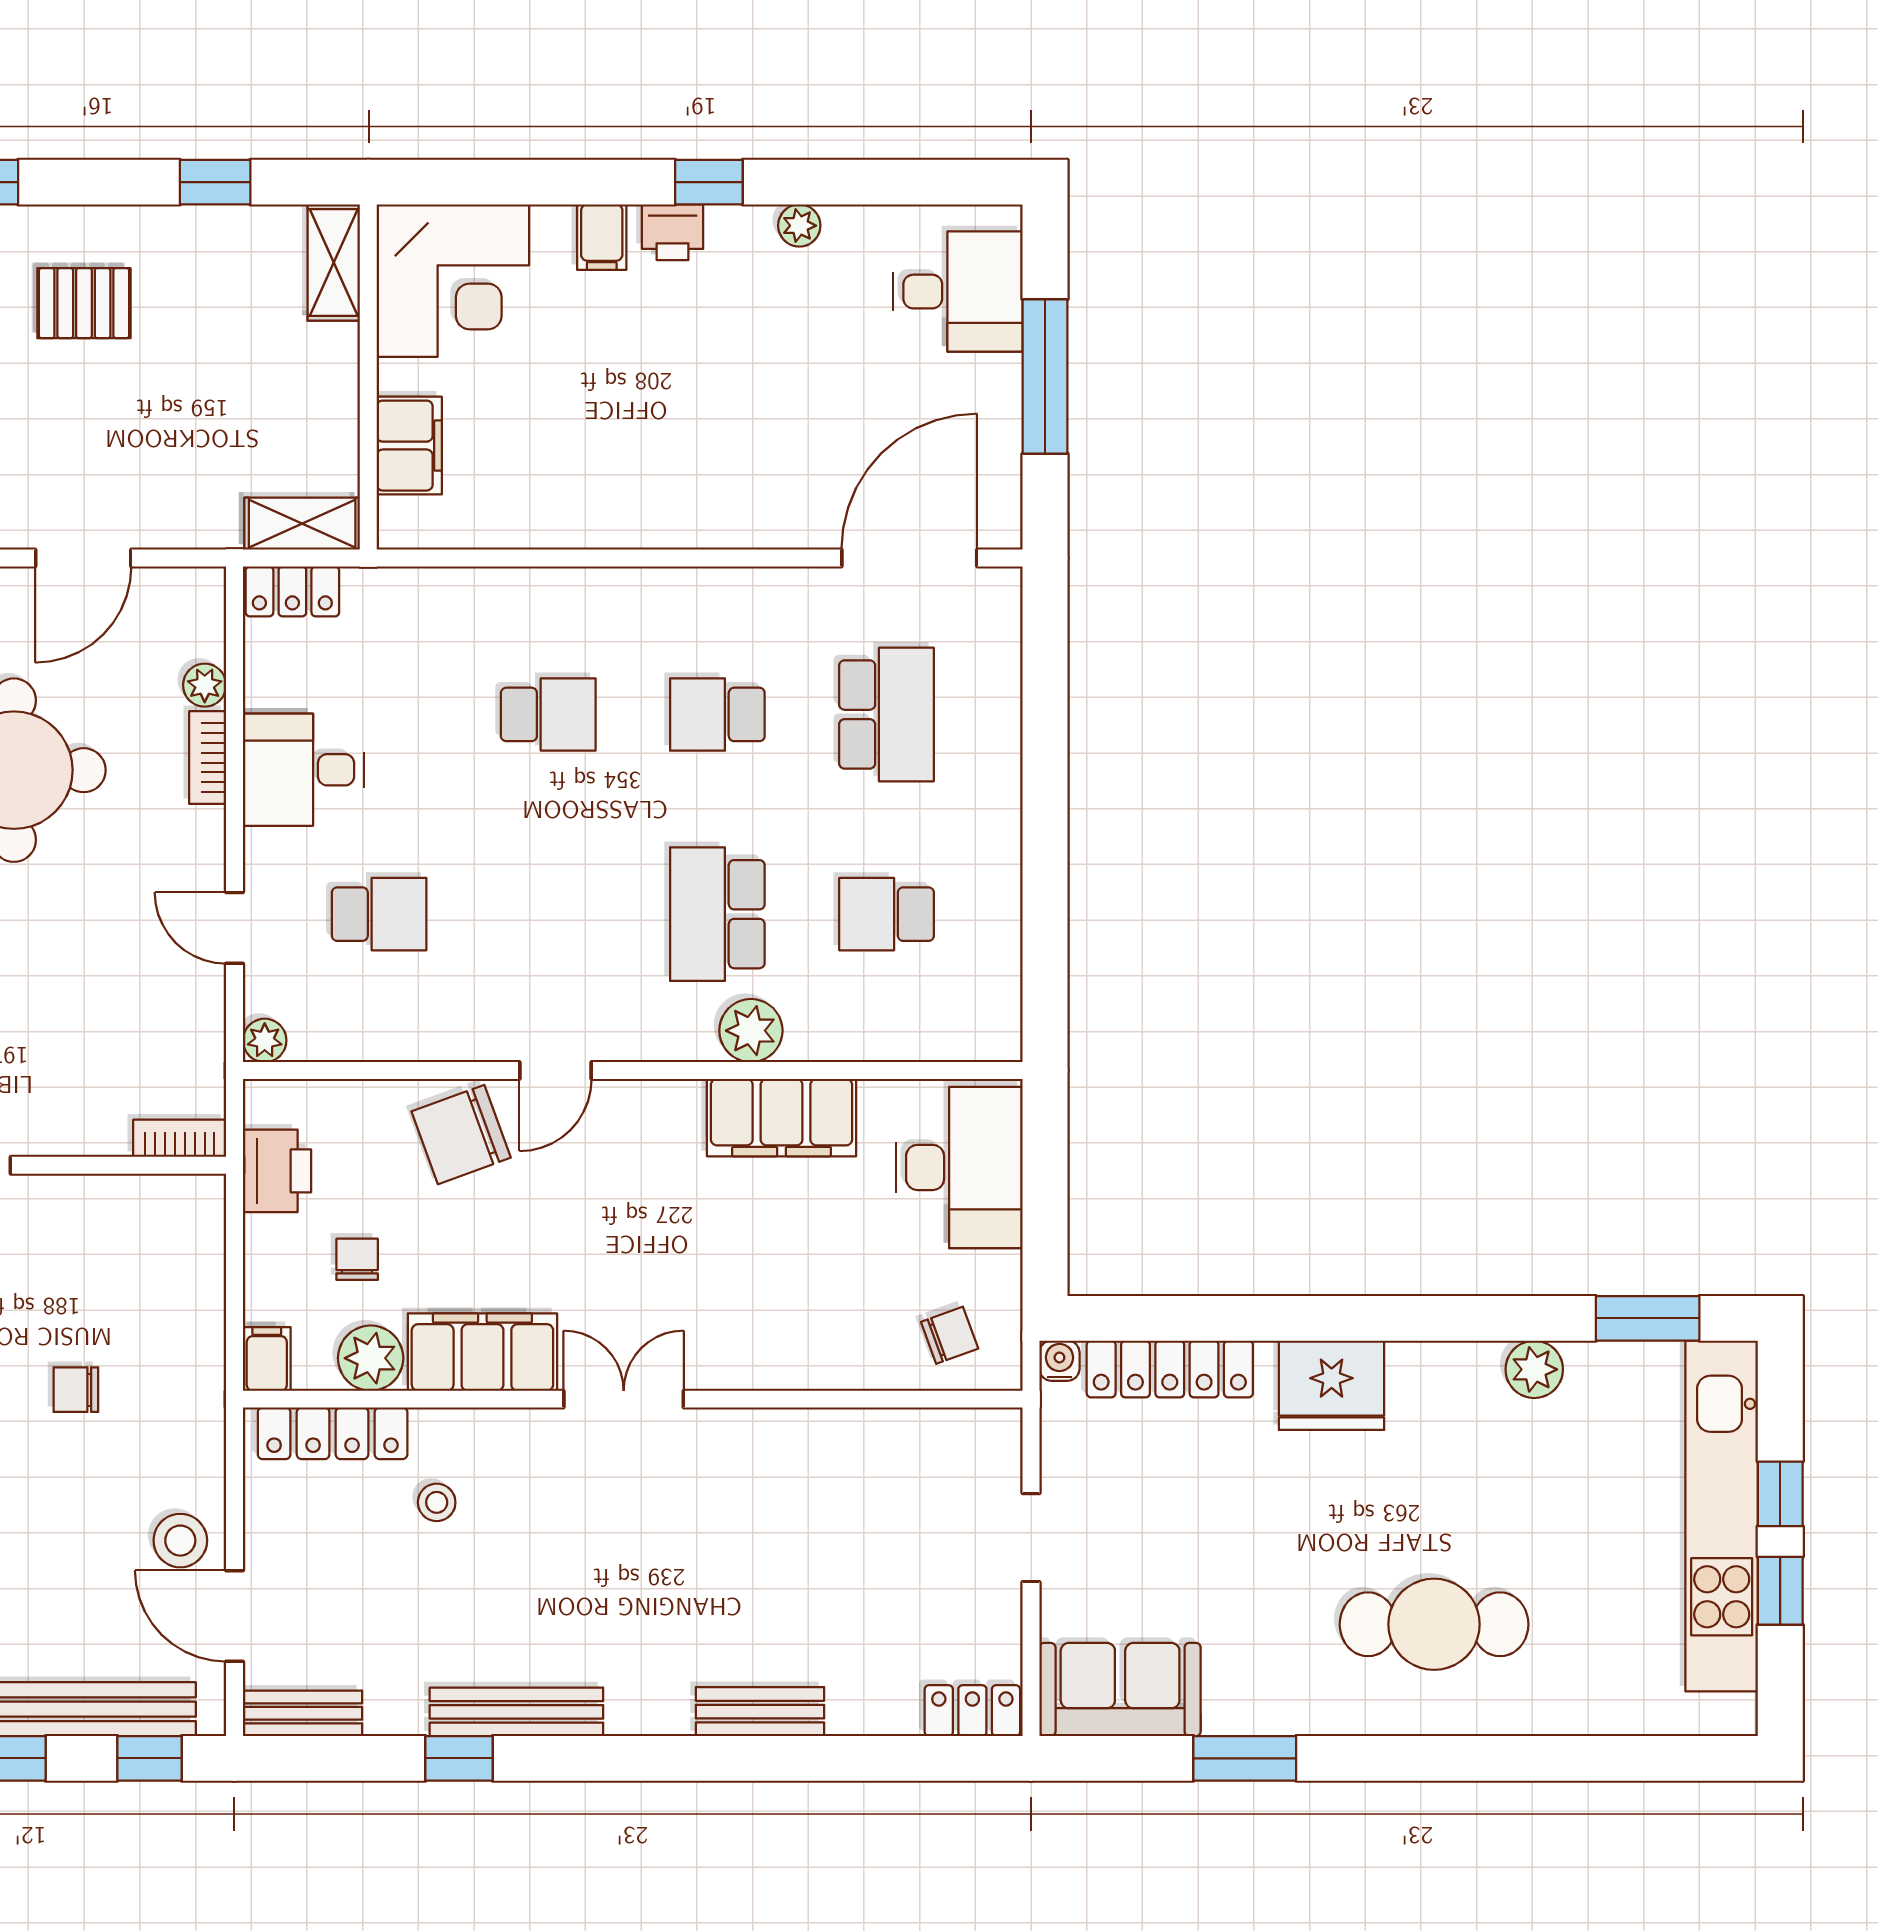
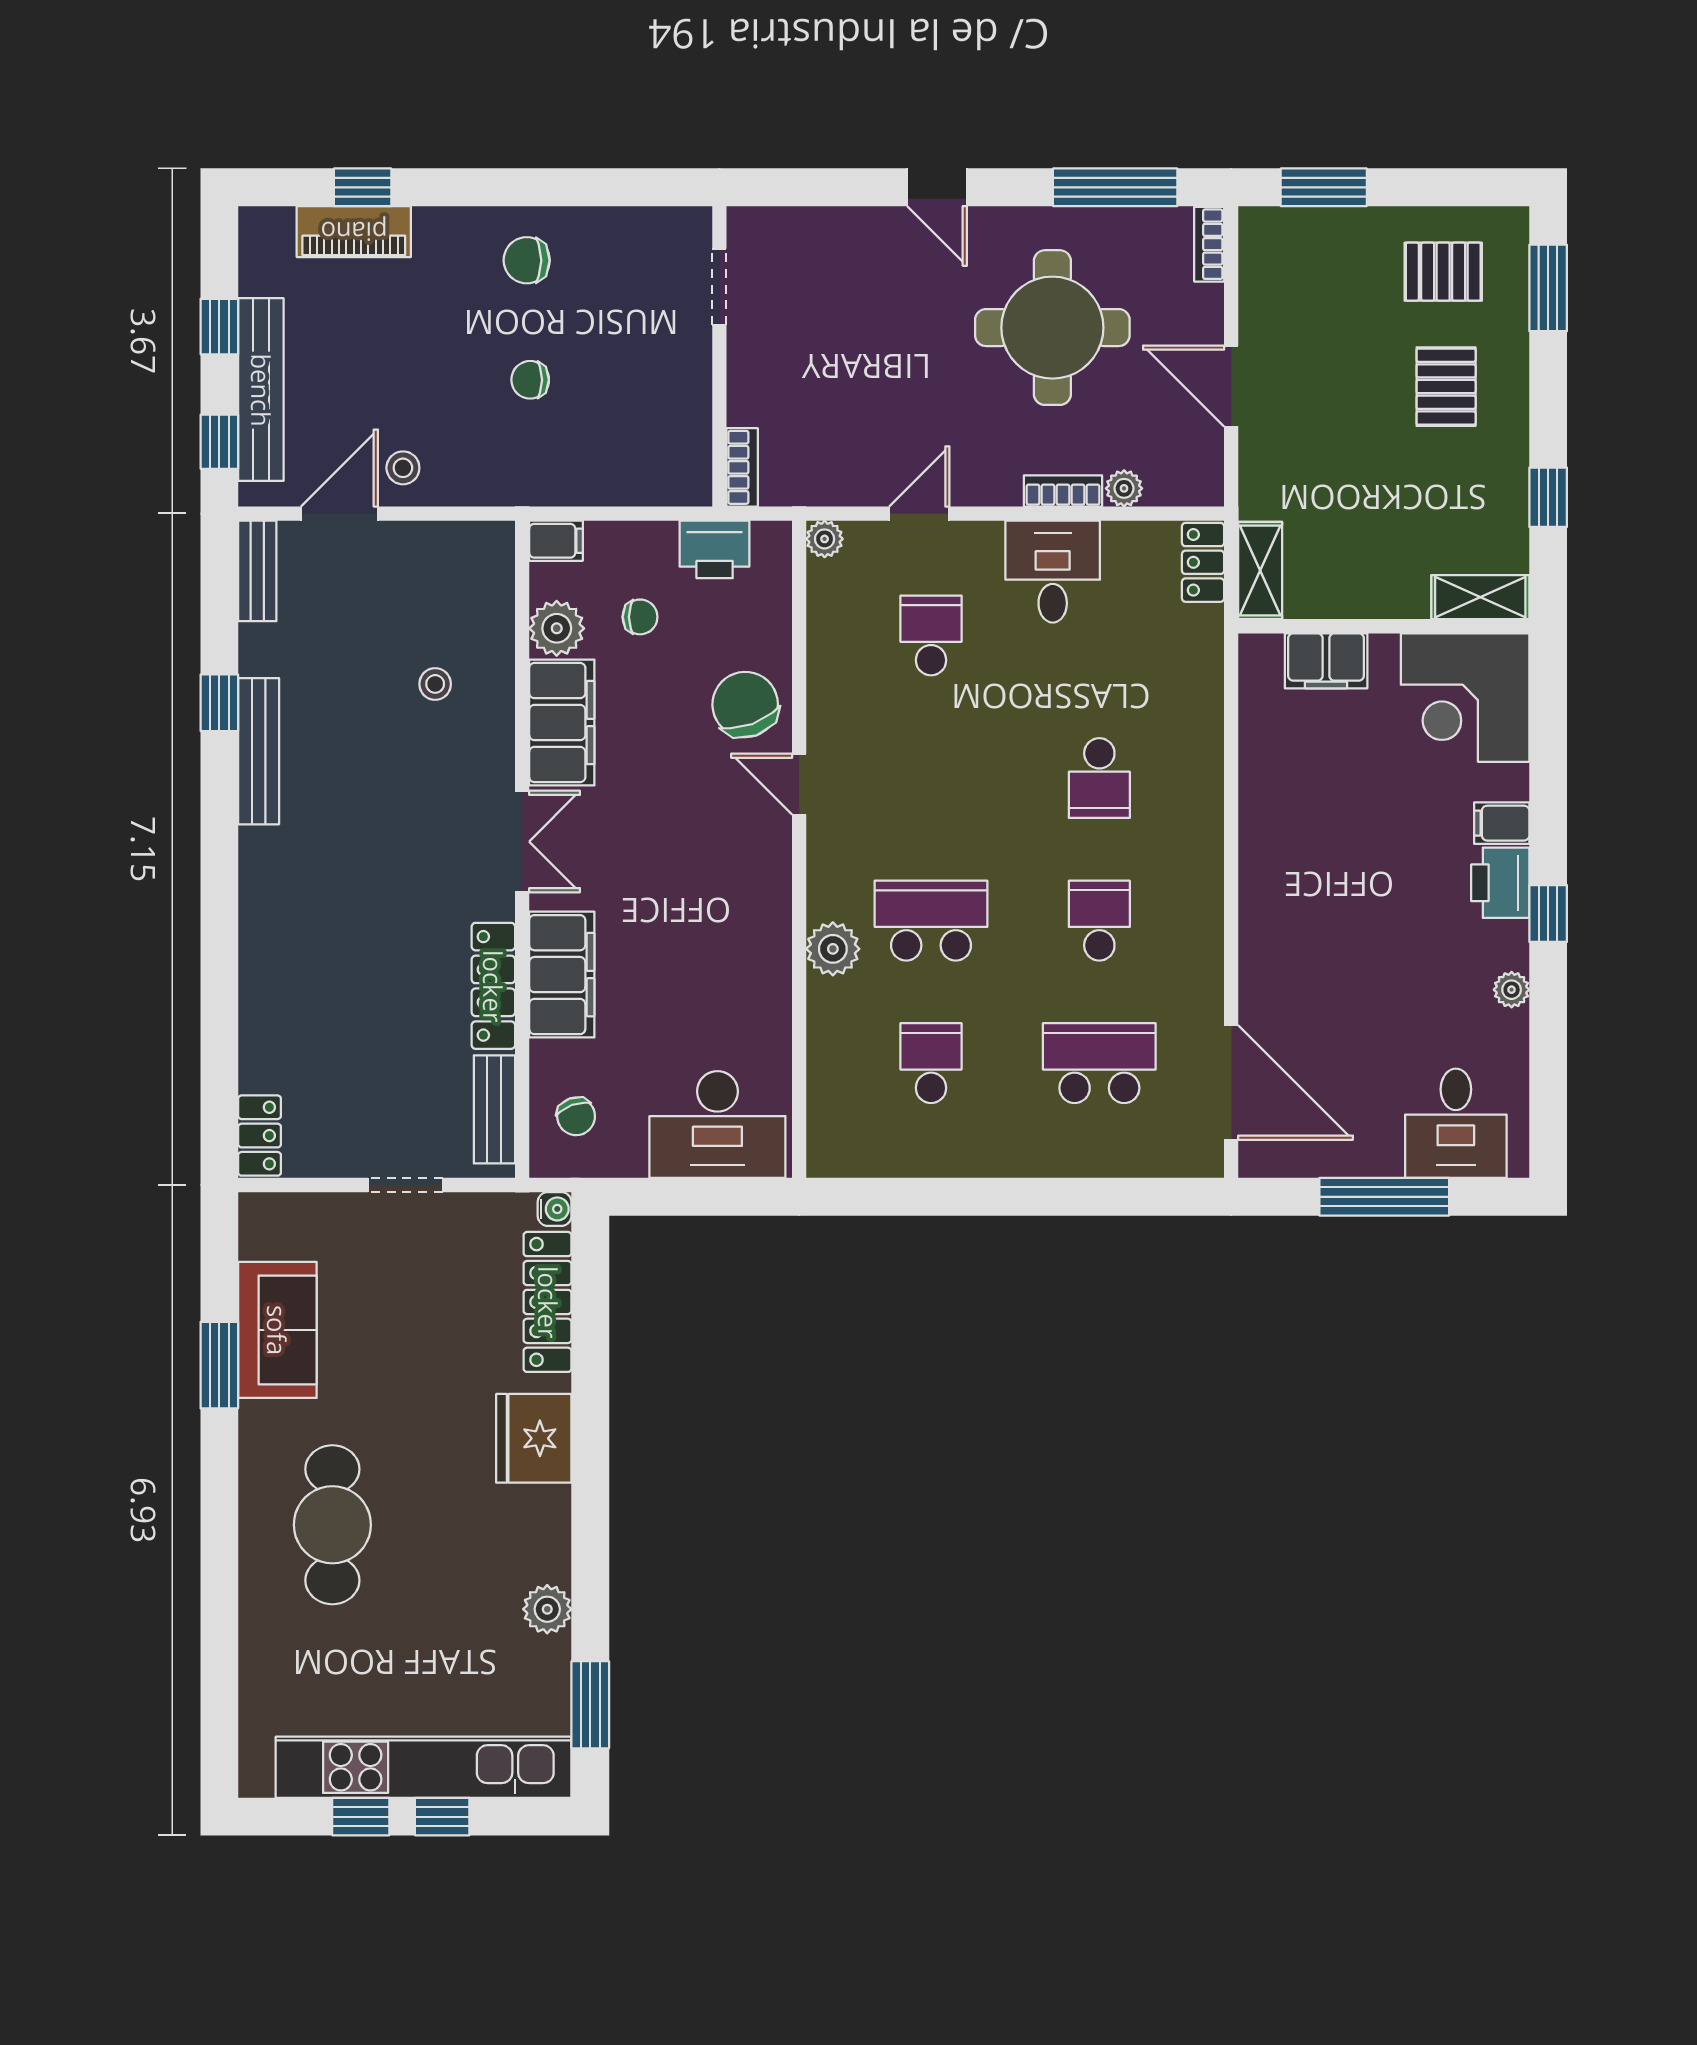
printer: (673, 232) -> (1500, 883), width x1.36, depth x1.24
school desk: (887, 714) -> (1099, 1063), turned 180
school desk: (379, 914) -> (931, 635), turned 180
filing cabinet: (782, 1118) -> (562, 975), moved, turned 180
chair: (76, 1390) -> (530, 380), turned -90
locker: (333, 1433) -> (493, 986), moved
stool: (180, 1541) -> (403, 468), width x0.73, depth x0.73
sofa: (1120, 1690) -> (277, 1330), moved
bench: (760, 1712) -> (494, 1109), moved

